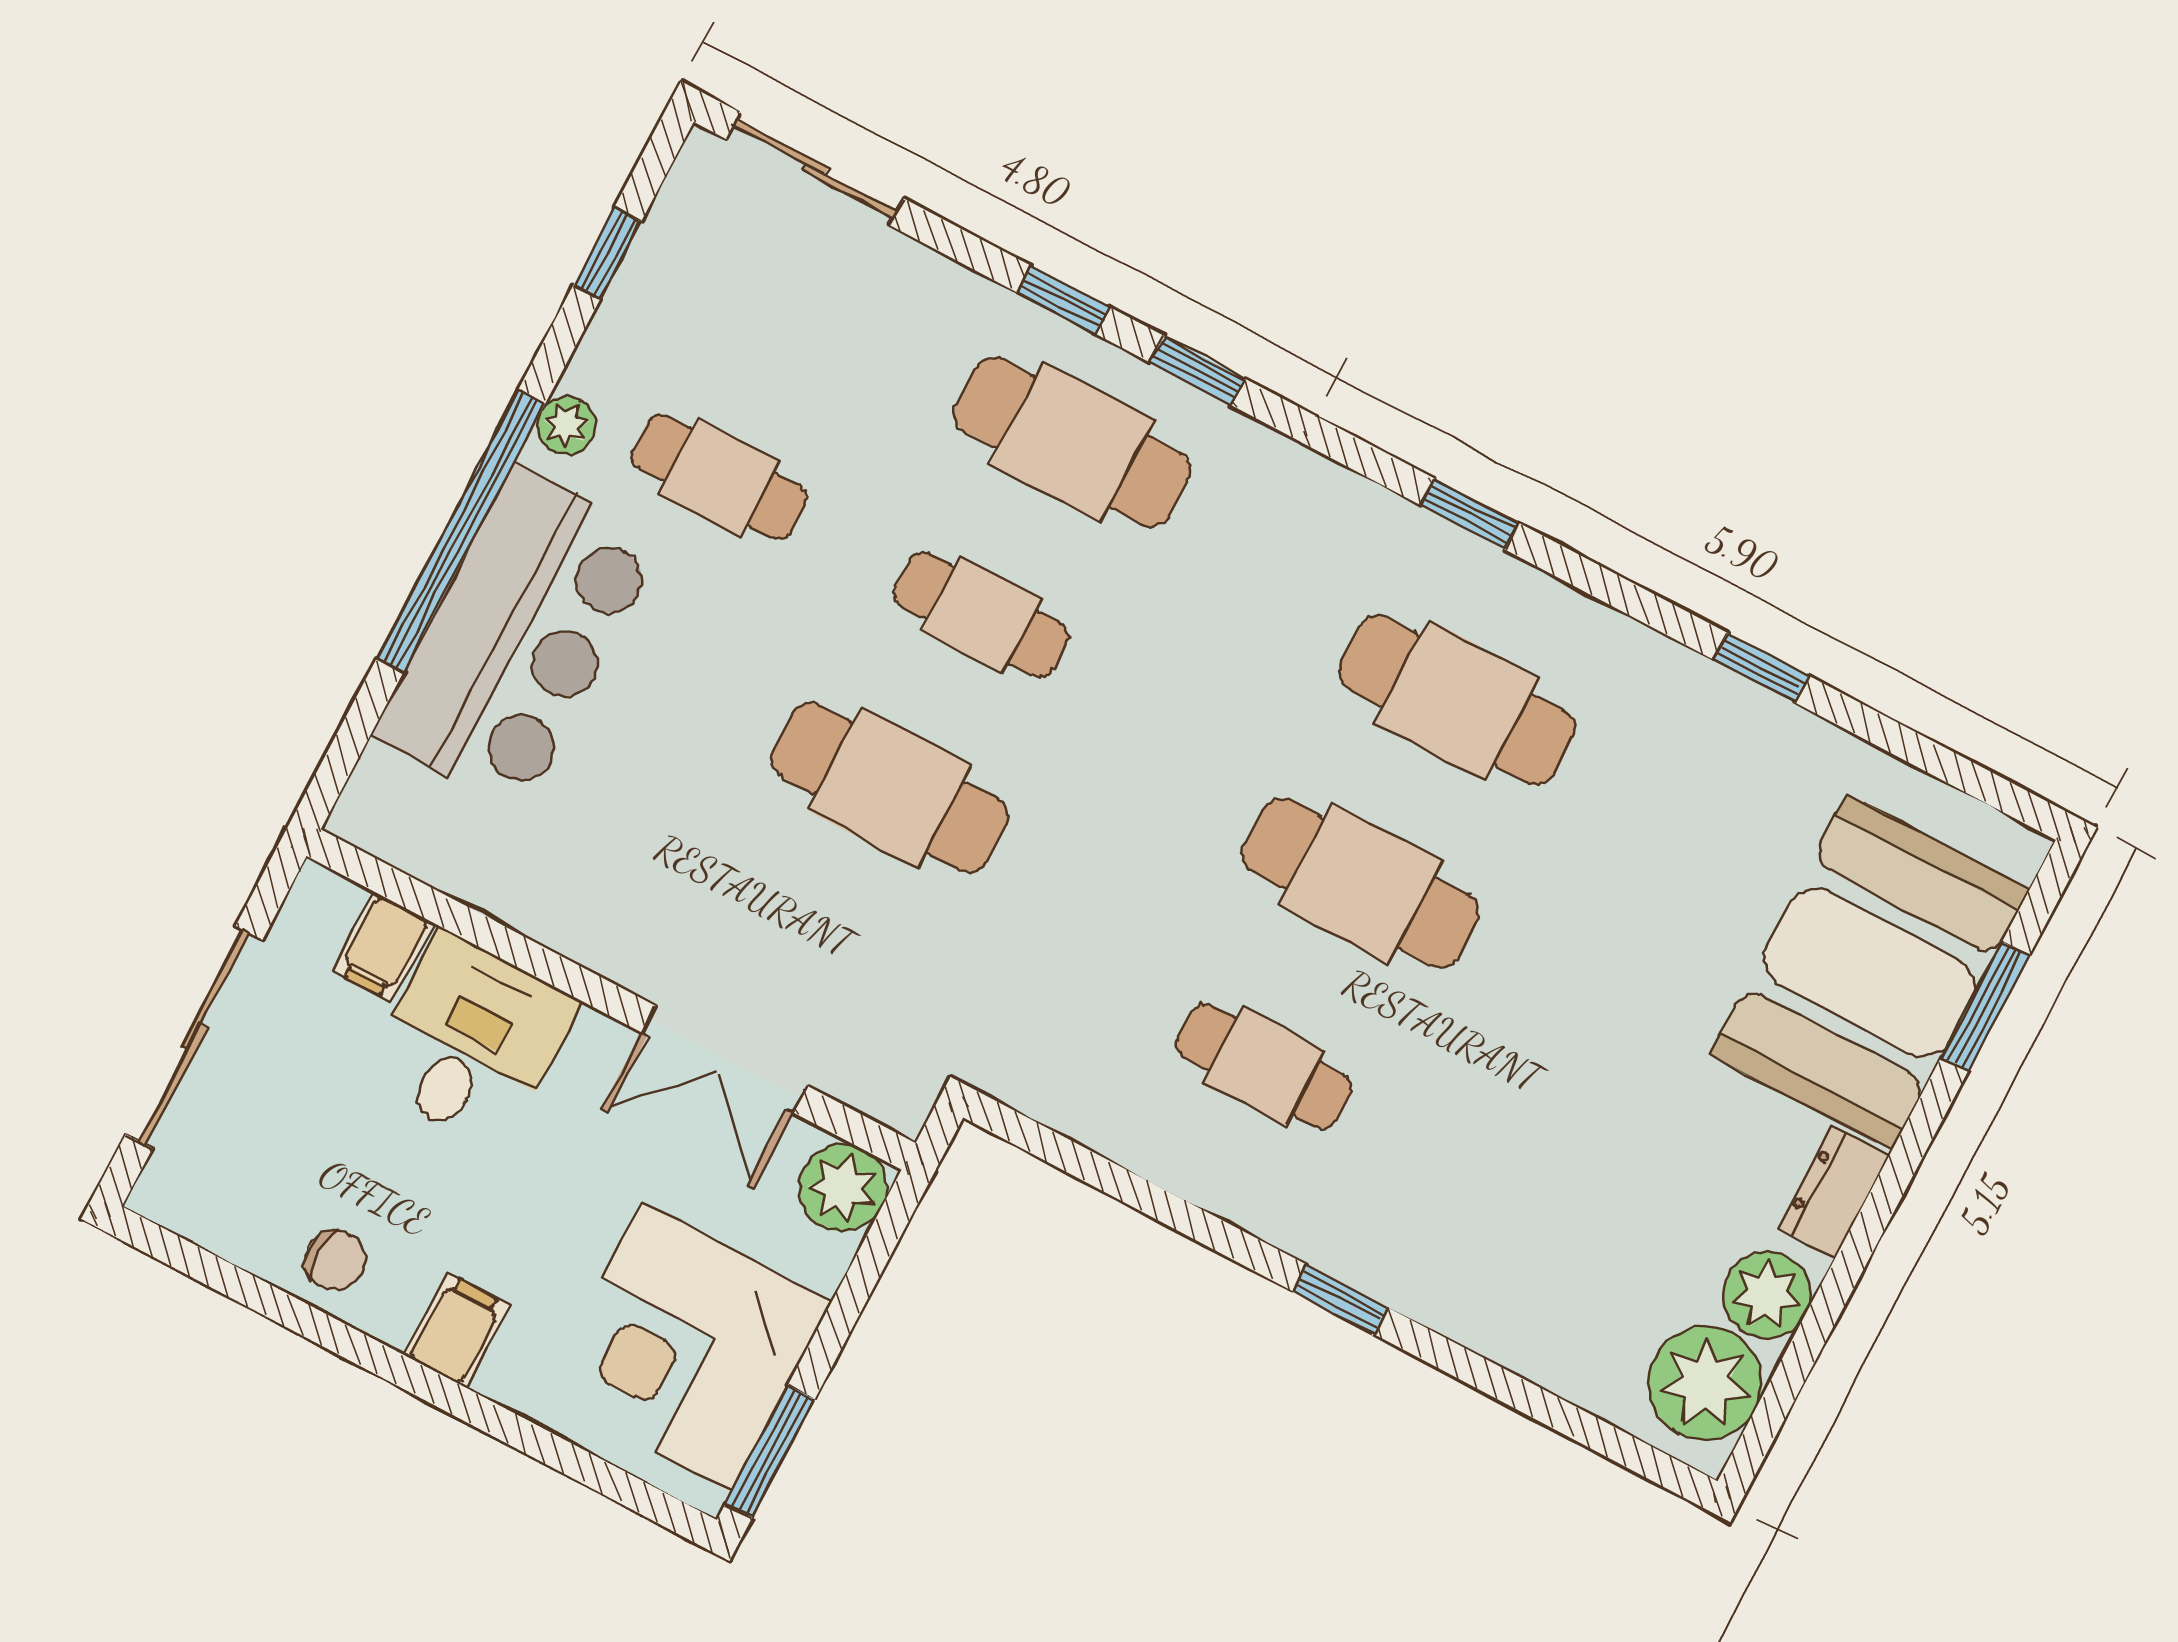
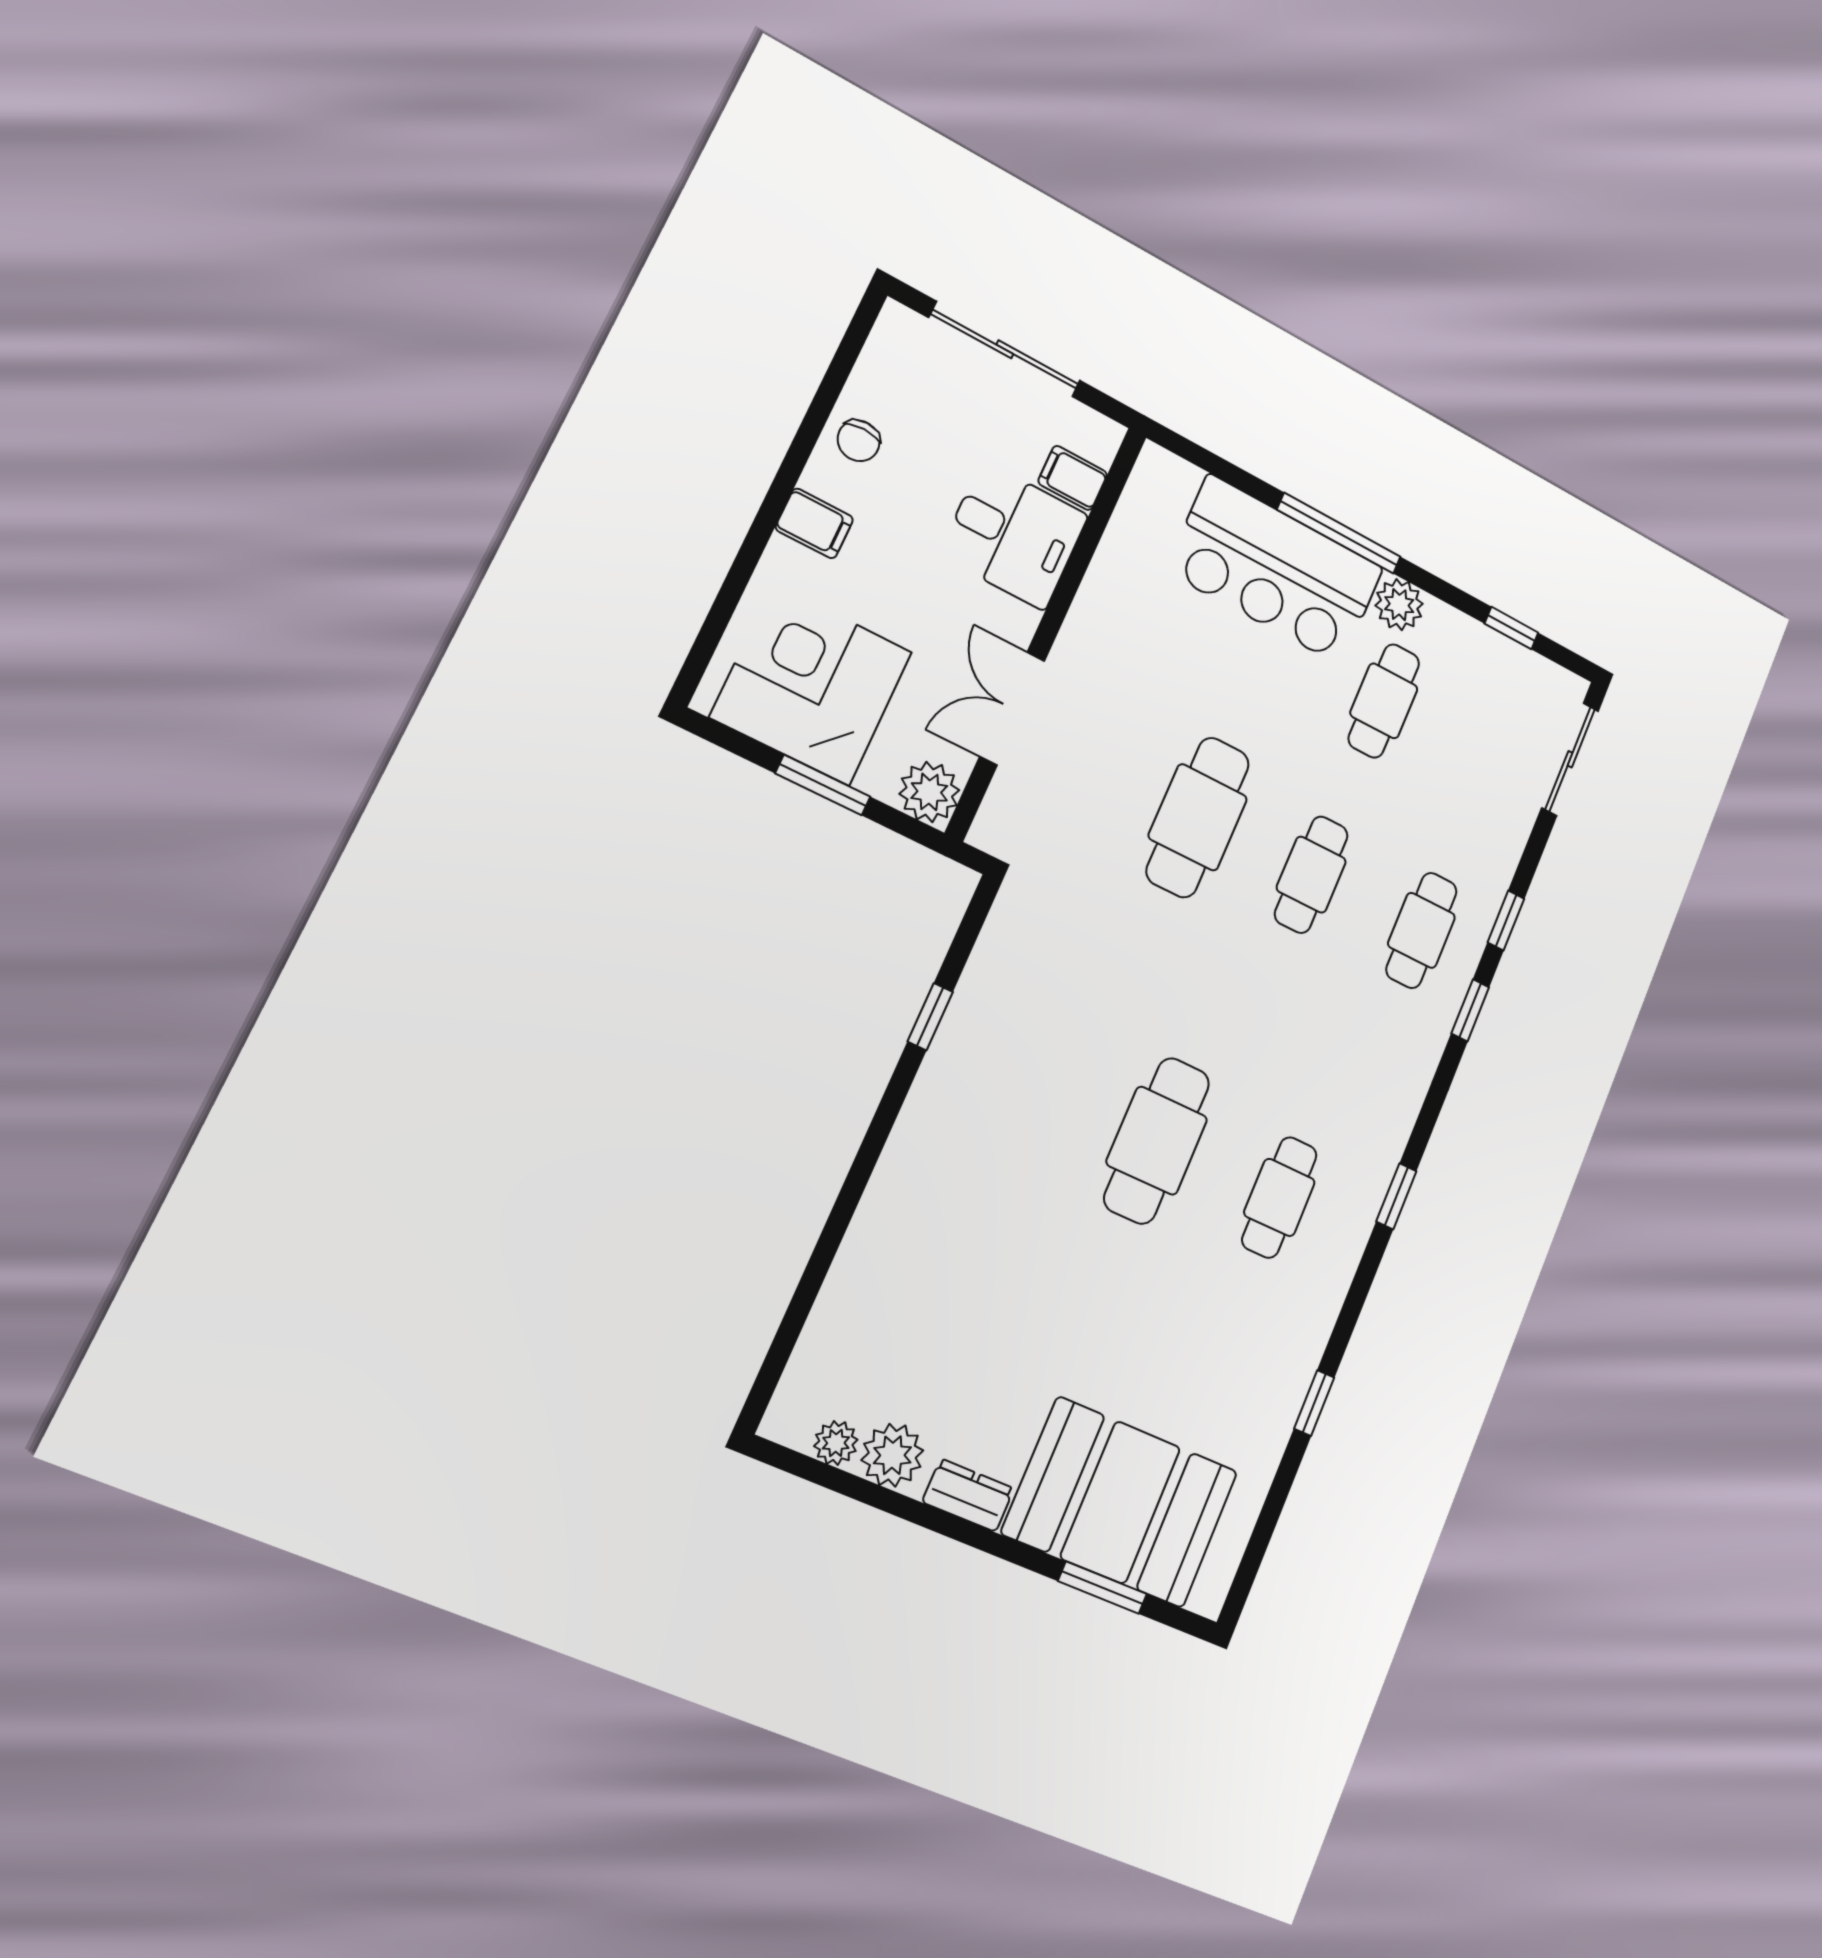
plant: (566, 426) -> (1399, 605), width x1.38, depth x1.38
cafe table: (1072, 442) -> (1421, 930), width x0.73, depth x0.74
window: (461, 531) -> (1339, 533), width x0.68
cafe table: (1457, 700) -> (1279, 1197), width x0.73, depth x0.74
cafe table: (1264, 1066) -> (1030, 1082), removed
window: (1340, 1300) -> (930, 1017), moved
plant: (1705, 1383) -> (836, 1443), width x0.53, depth x0.53
window: (770, 1451) -> (823, 785), moved

